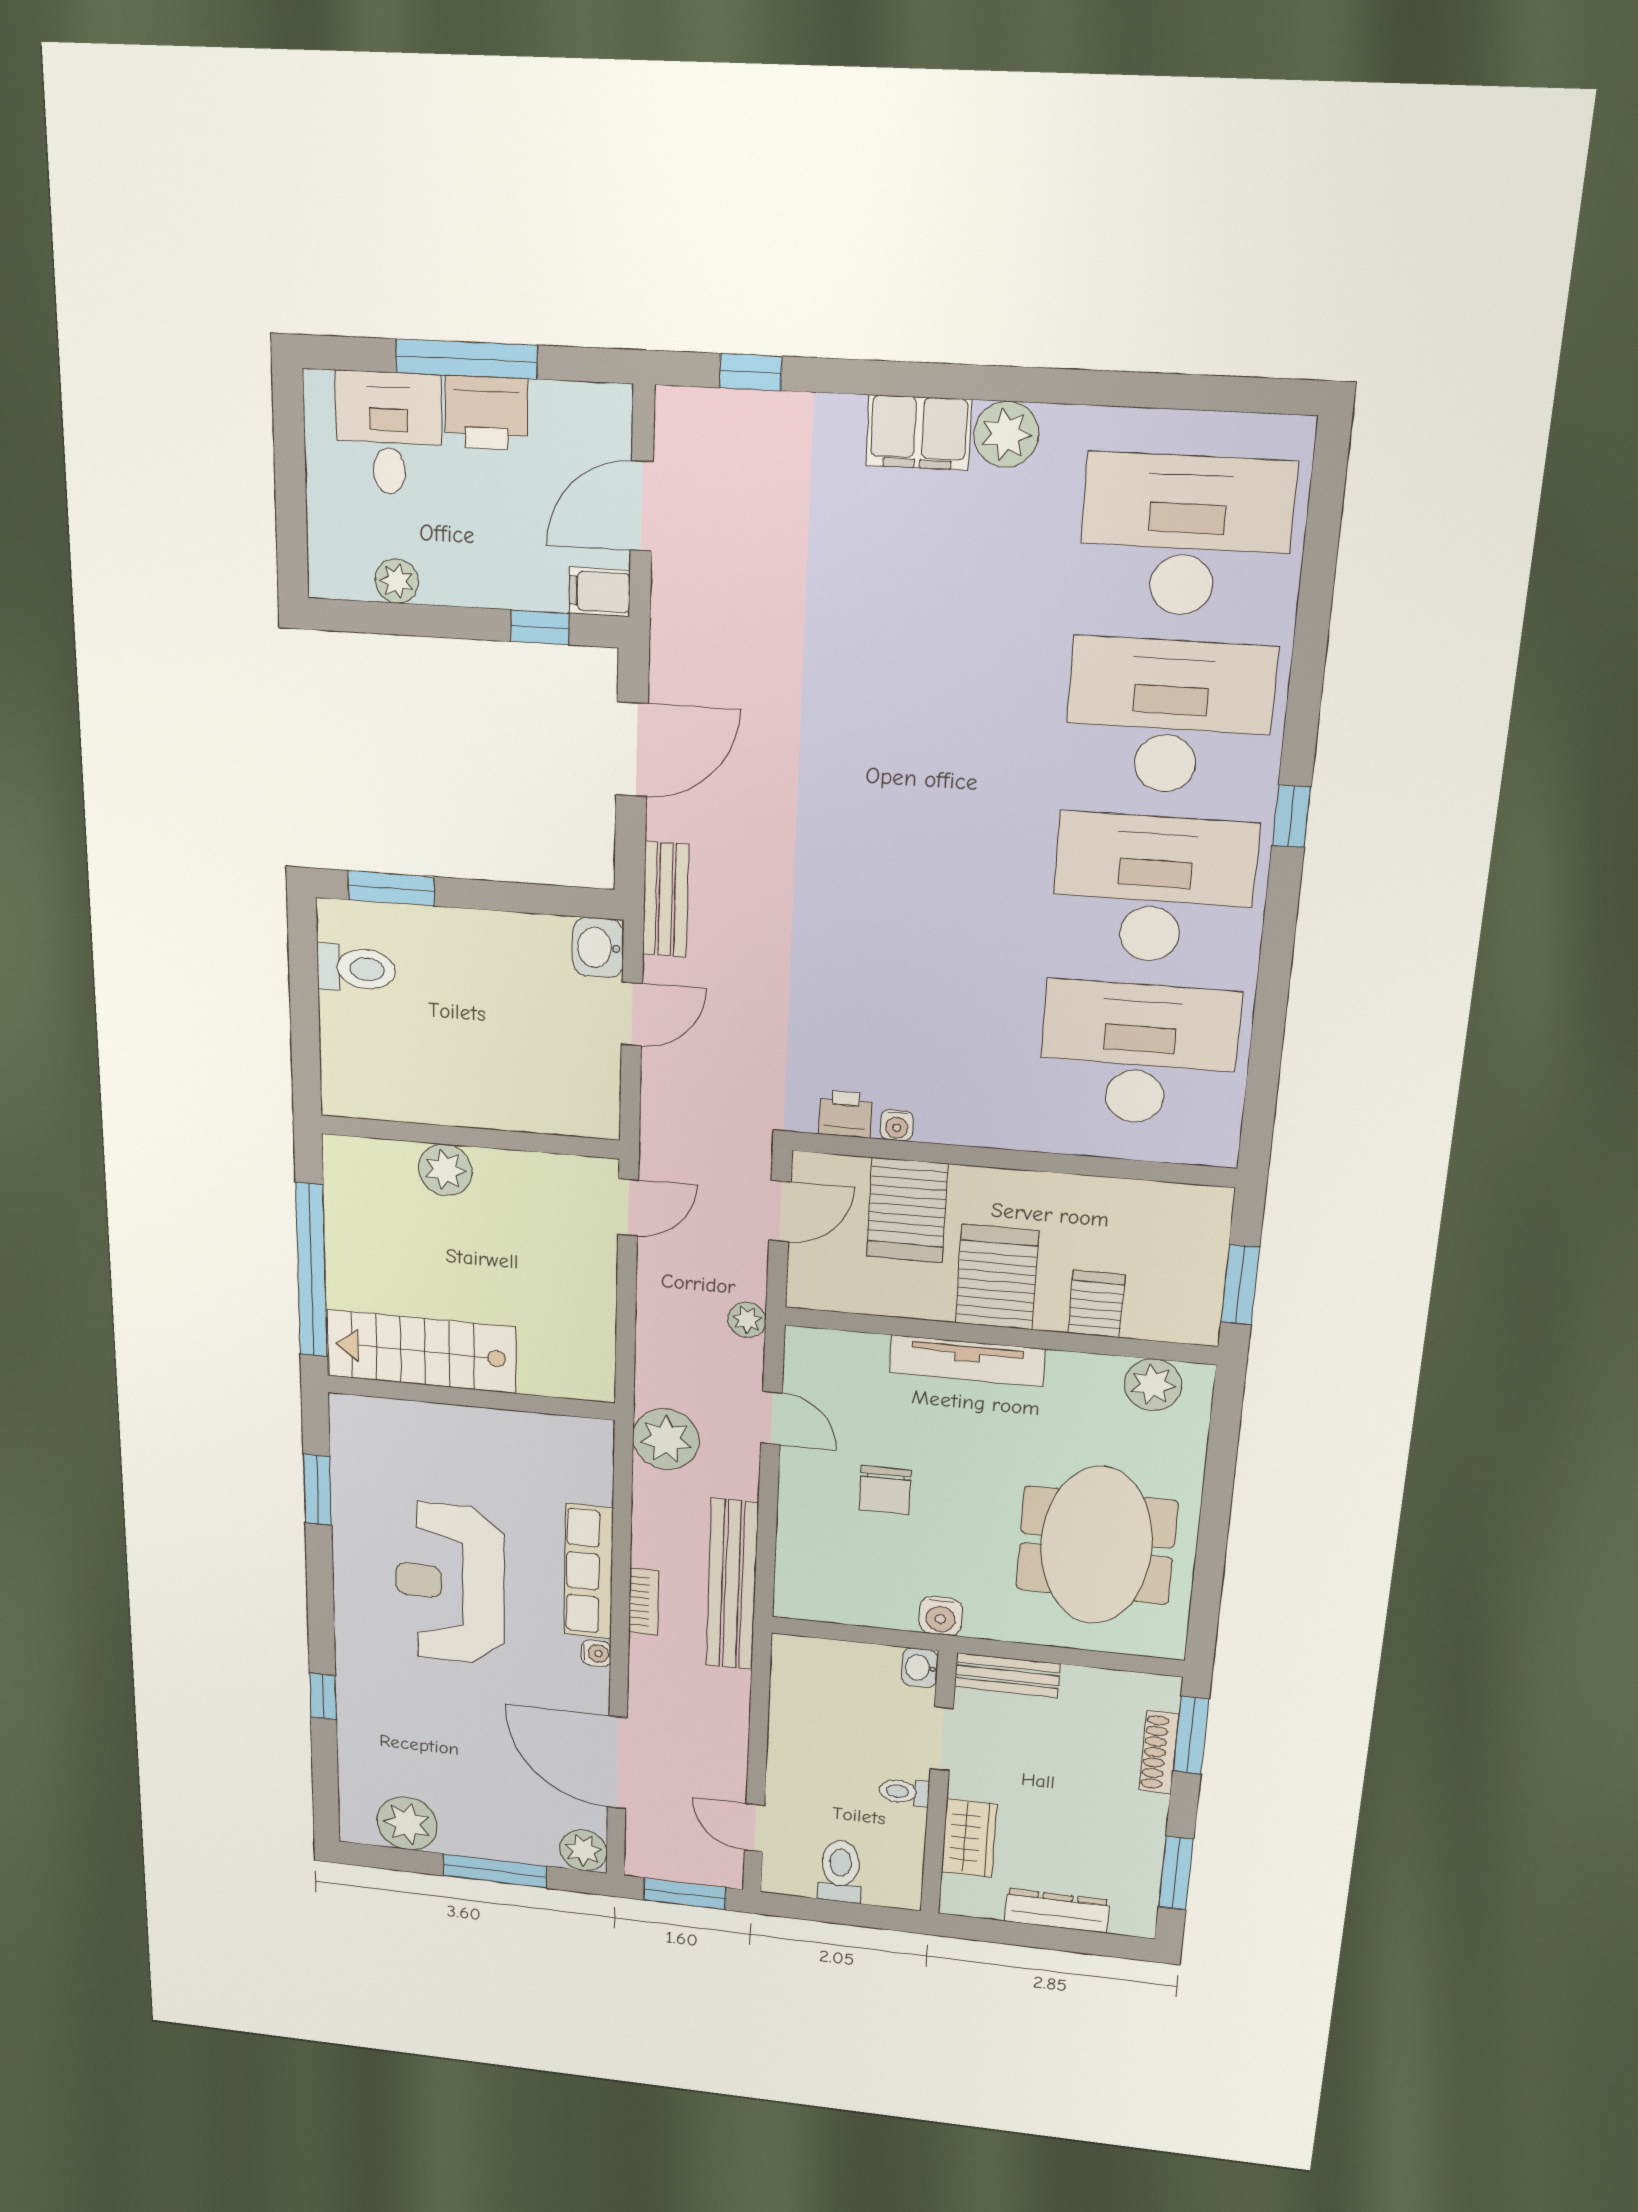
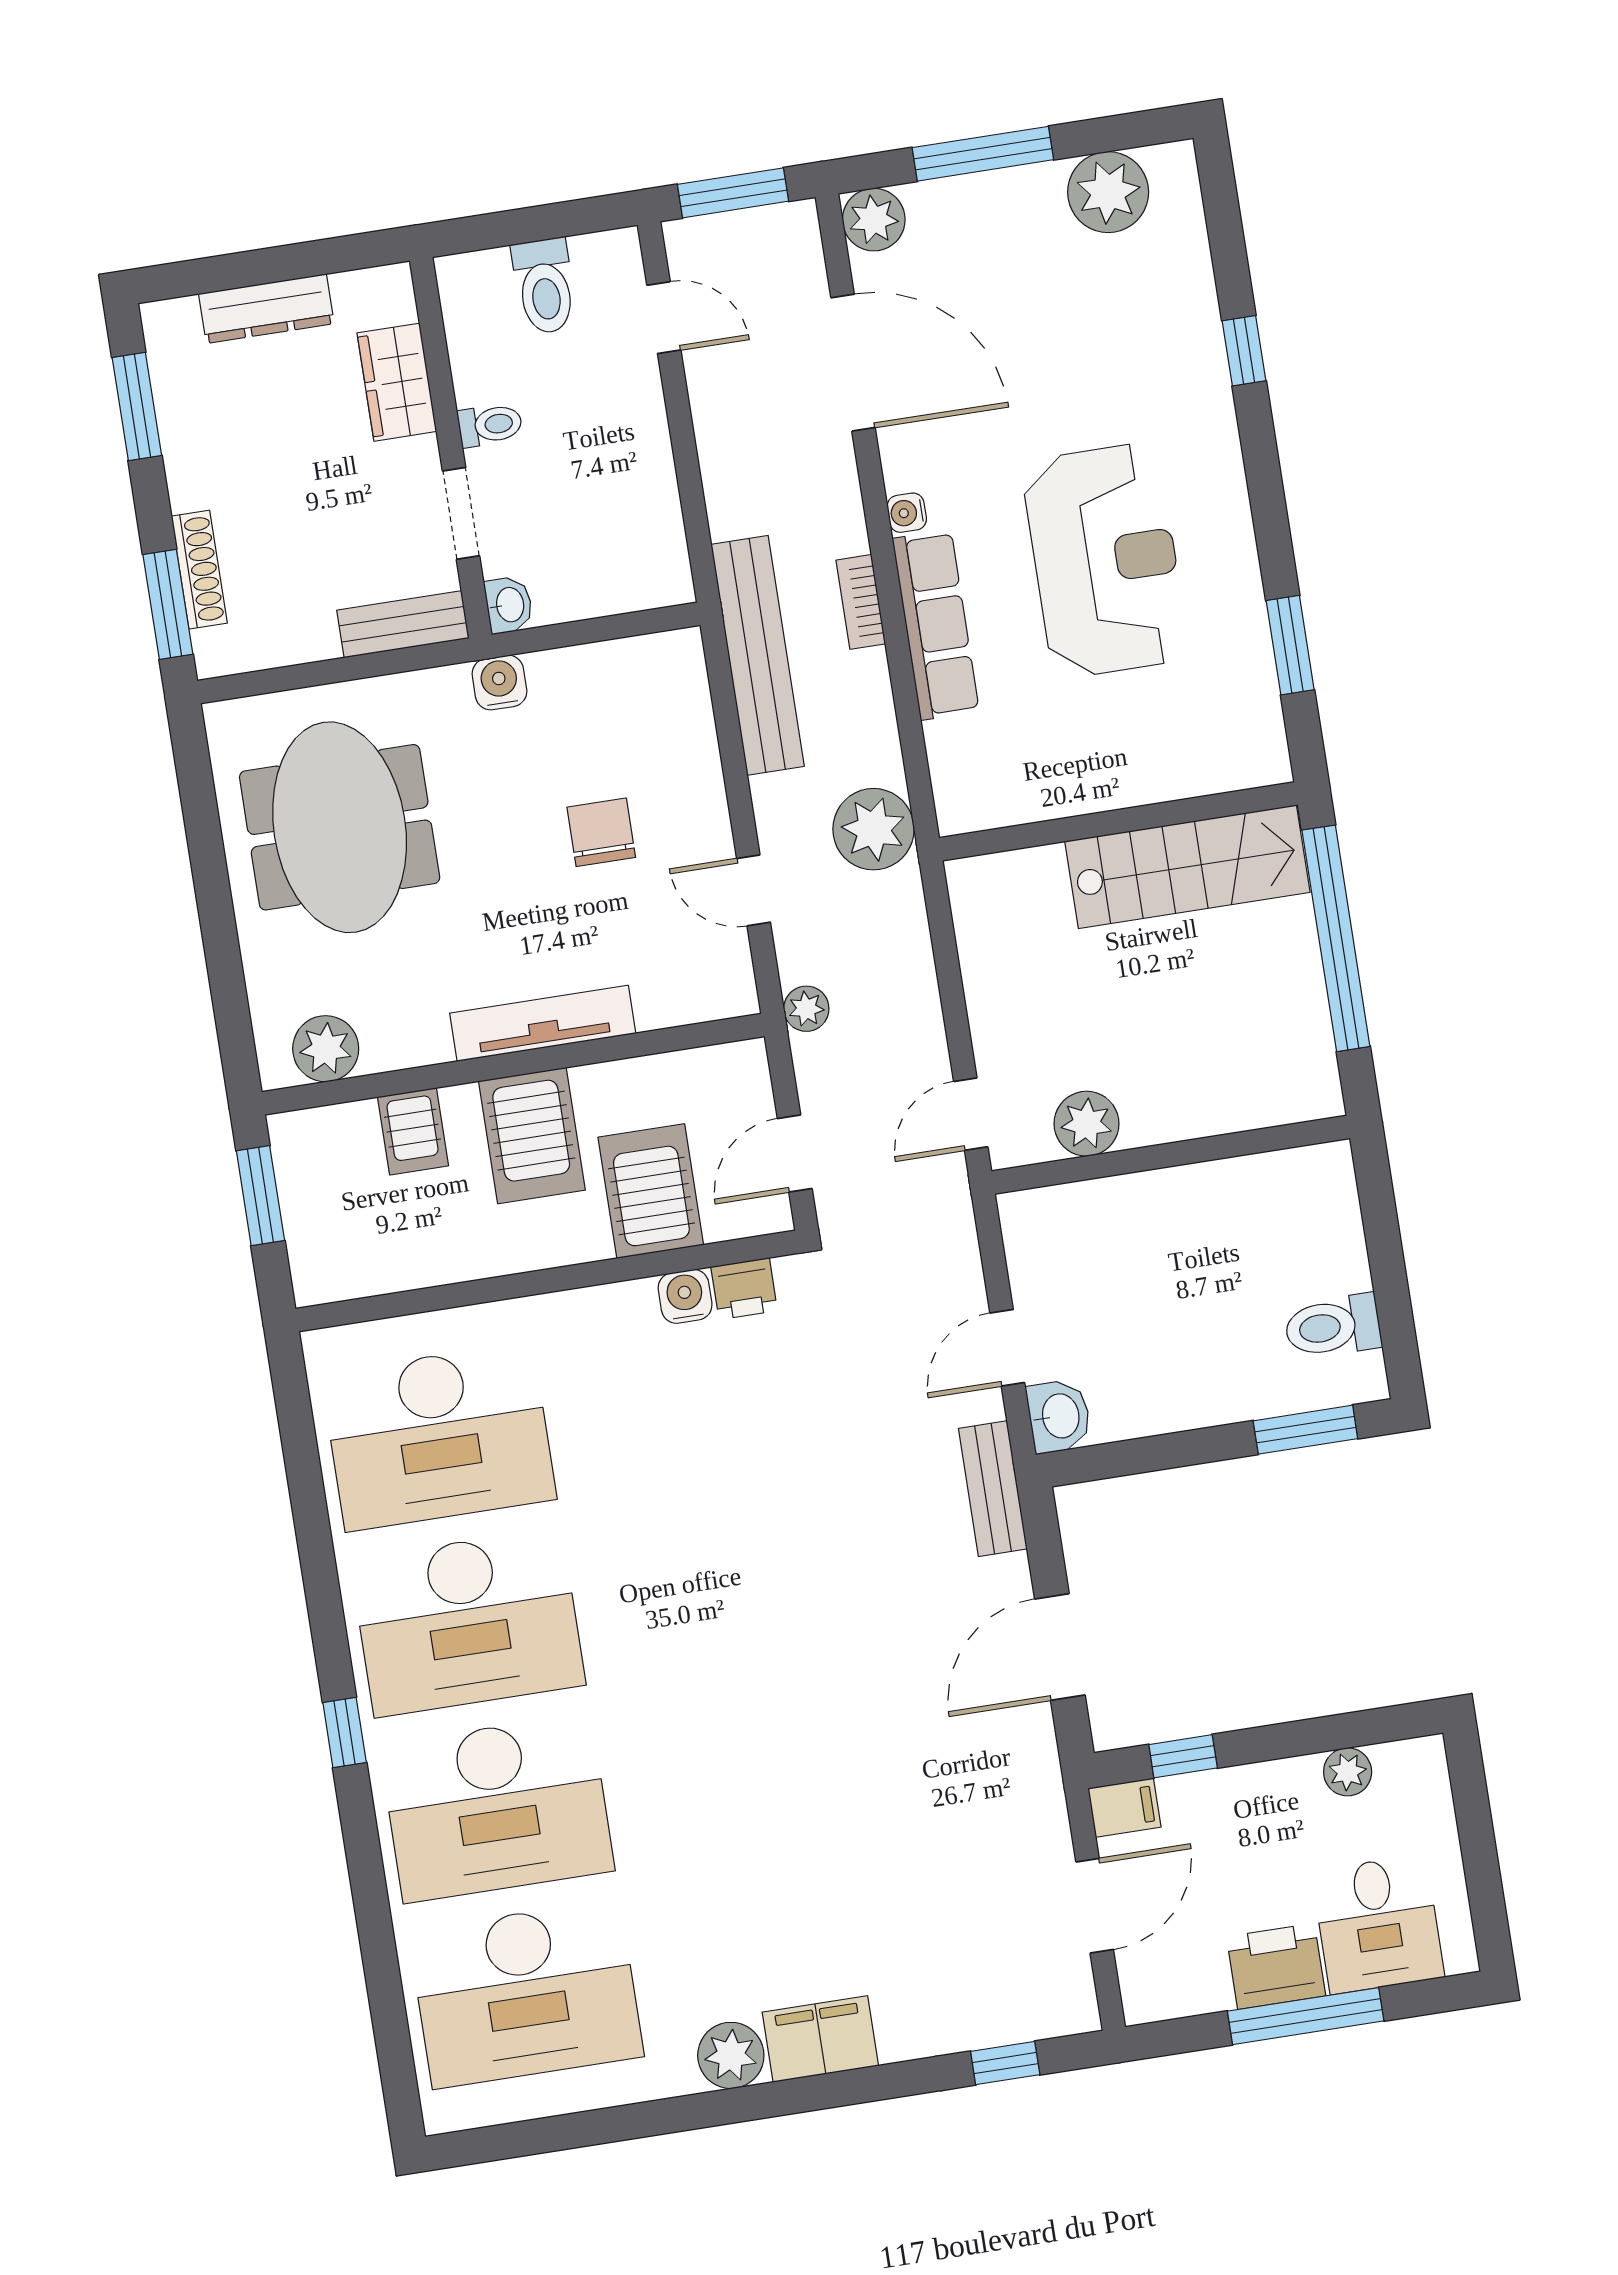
water cooler: (897, 1125) -> (685, 1296), width x1.38, depth x1.38
plant: (445, 1170) -> (1086, 1124), moved

